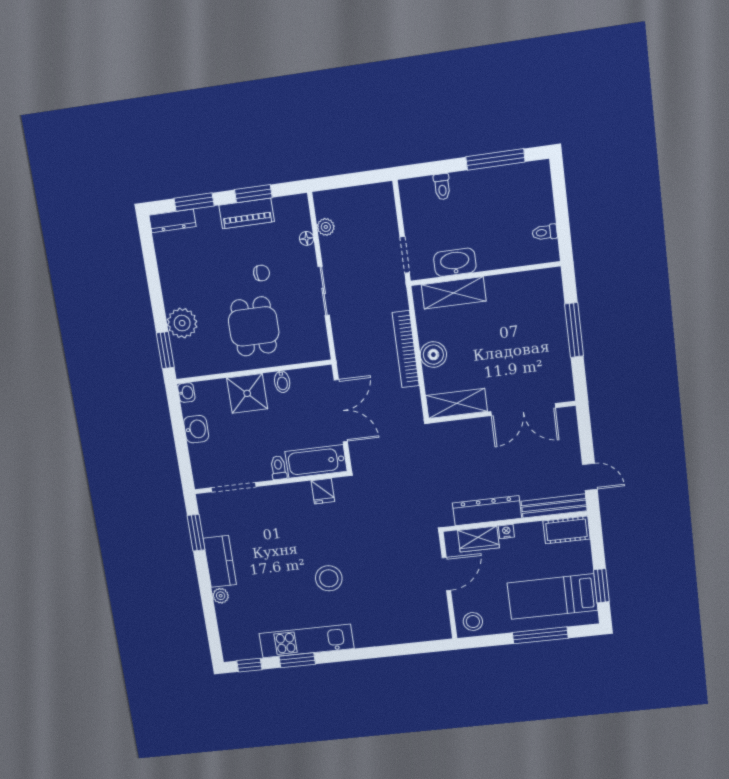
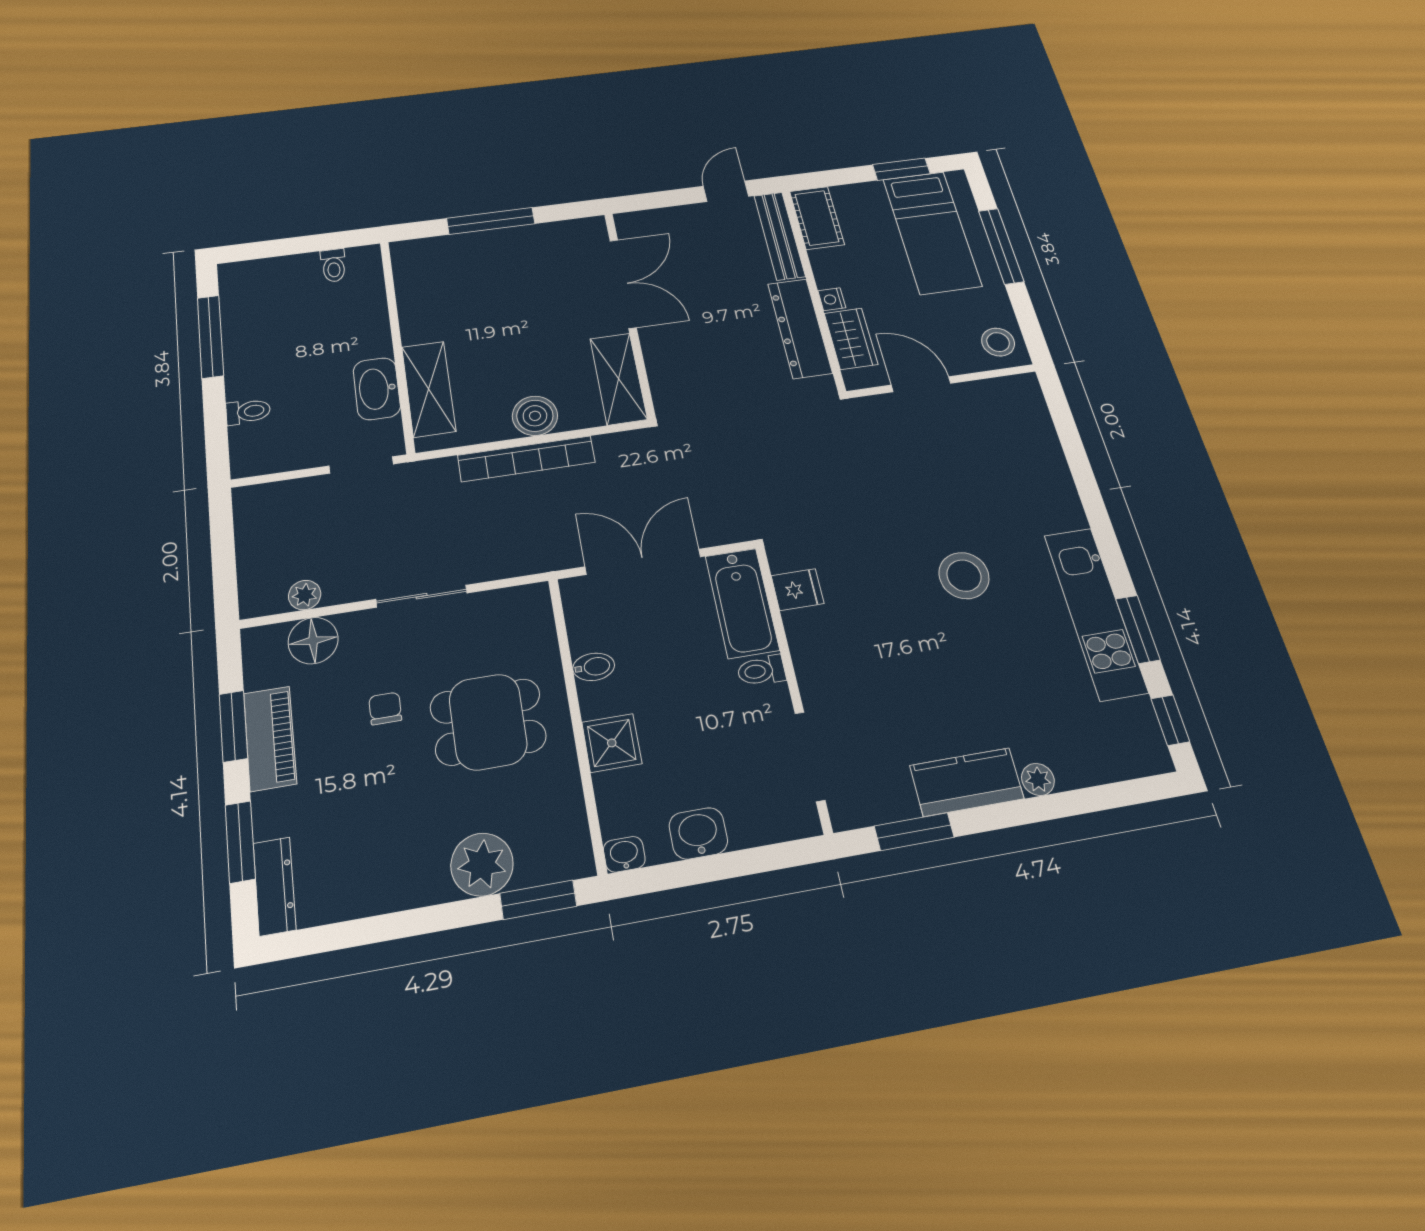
floor lamp: (307, 238) -> (313, 641), width x1.89, depth x1.89
shower: (247, 393) -> (612, 743), width x0.73, depth x0.73

